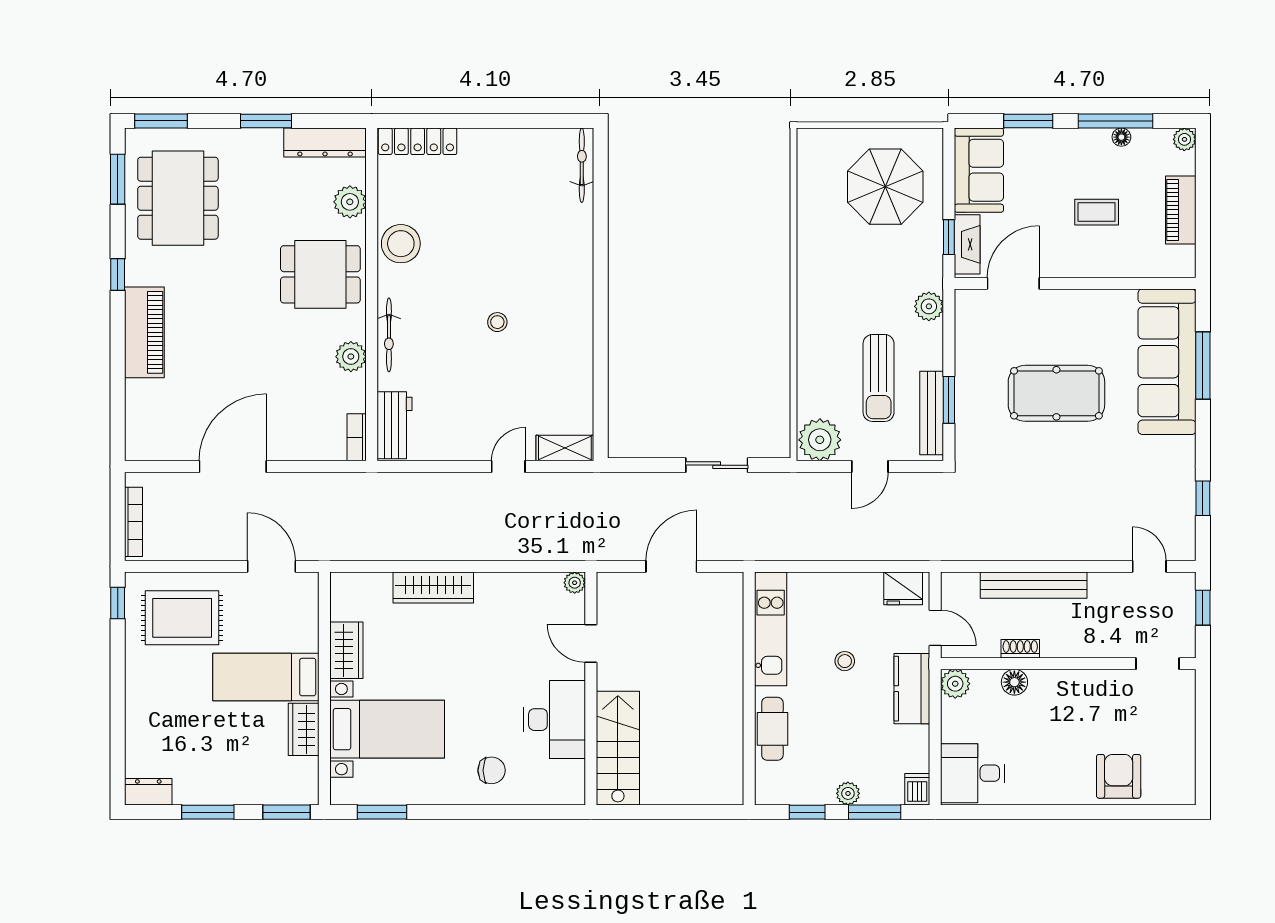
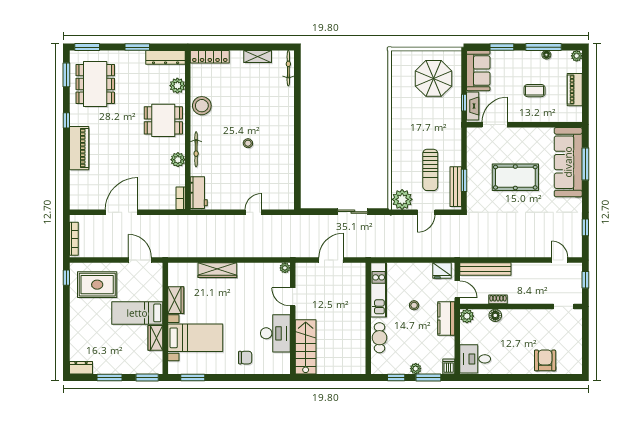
plant: (929, 306) -> (454, 136), removed
shelving: (565, 448) -> (258, 57), moved
bench: (1034, 585) -> (485, 269), moved

